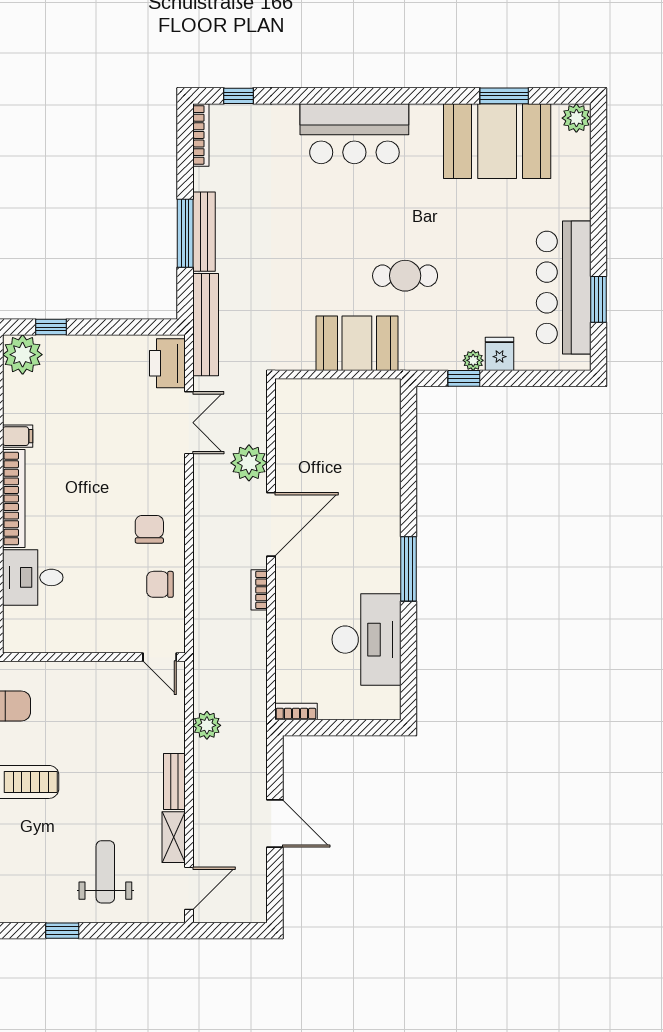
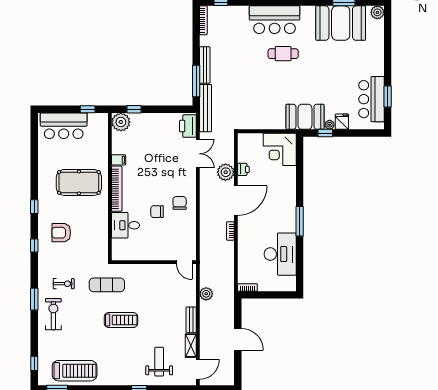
window: (185, 233) -> (196, 81), moved
cafe table: (405, 276) -> (283, 54), moved
bar counter: (564, 287) -> (372, 99), width x0.73
booth: (357, 343) -> (305, 117), moved
corner desk: (366, 414) -> (280, 149), added
printer: (287, 457) -> (243, 169), added
chair: (160, 584) -> (157, 212), moved

